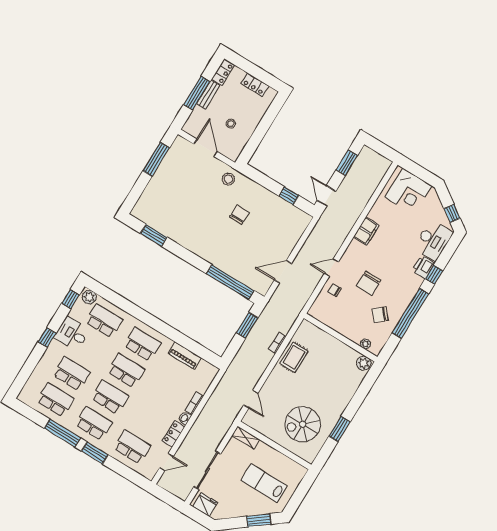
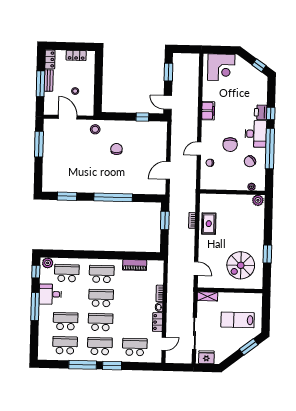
desk: (433, 240) -> (256, 134), moved
window: (230, 282) -> (113, 197), moved
window: (47, 337) -> (35, 307), width x2.17

